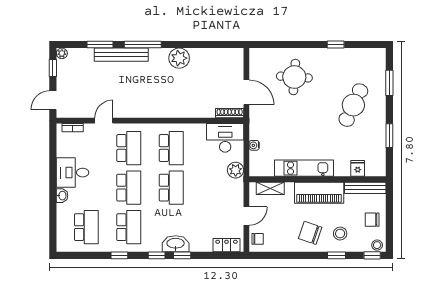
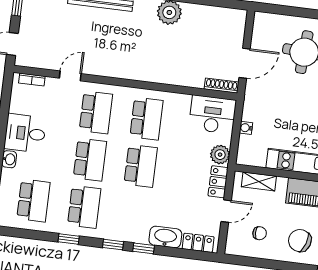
door: (246, 92) -> (245, 63), hinge flipped
locker: (237, 193) -> (218, 182), added
chair: (258, 239) -> (260, 233), moved
washbasin: (176, 244) -> (165, 237), moved

